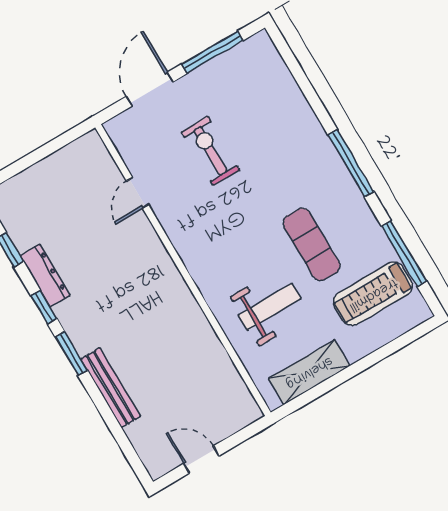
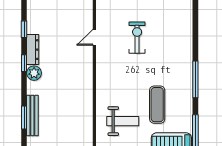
plant: (71, 314) -> (34, 73), added
window: (71, 354) -> (24, 117), moved

